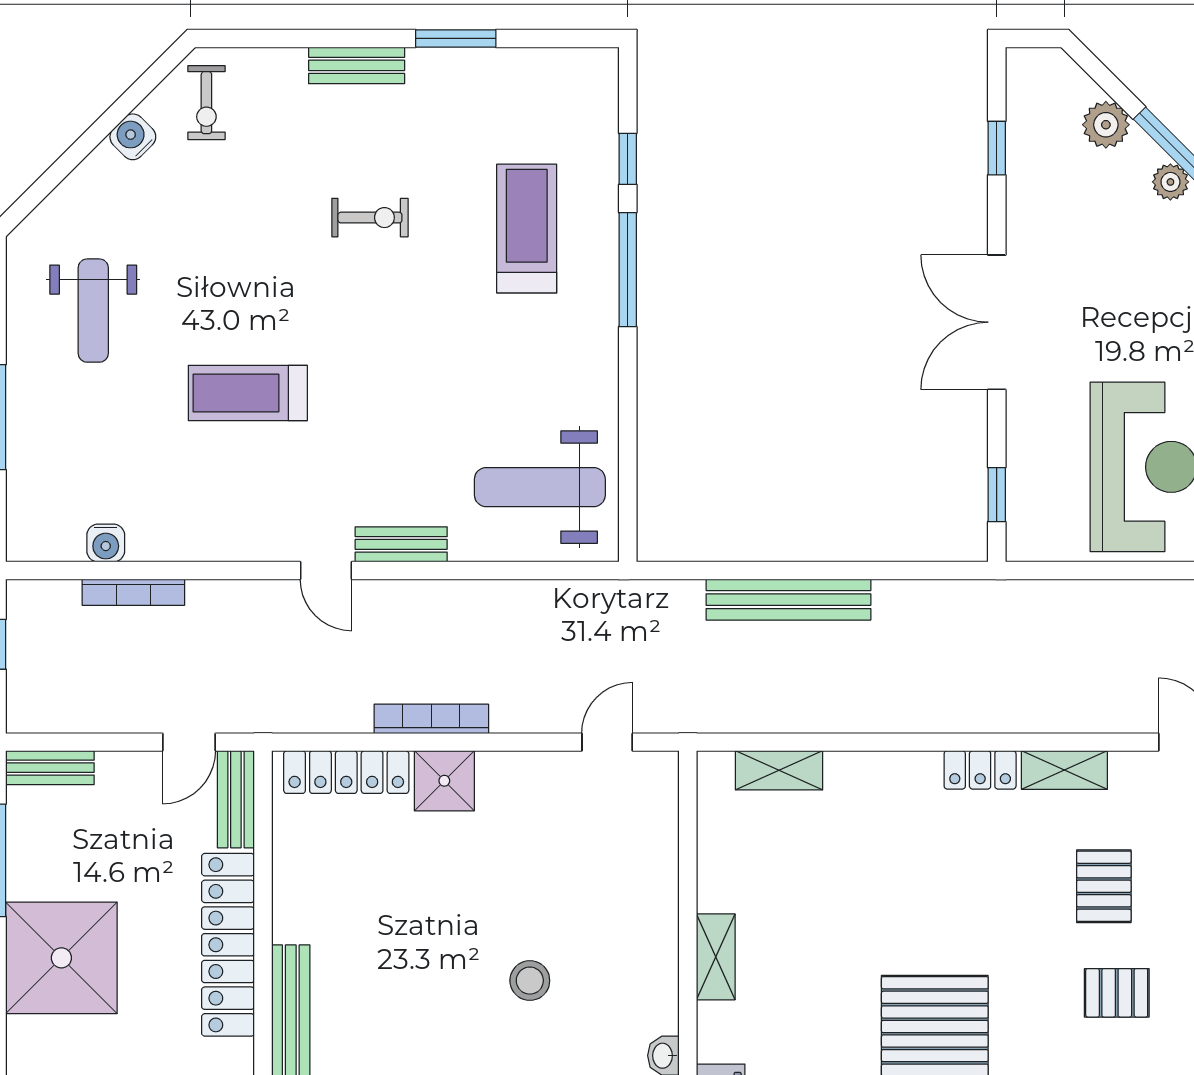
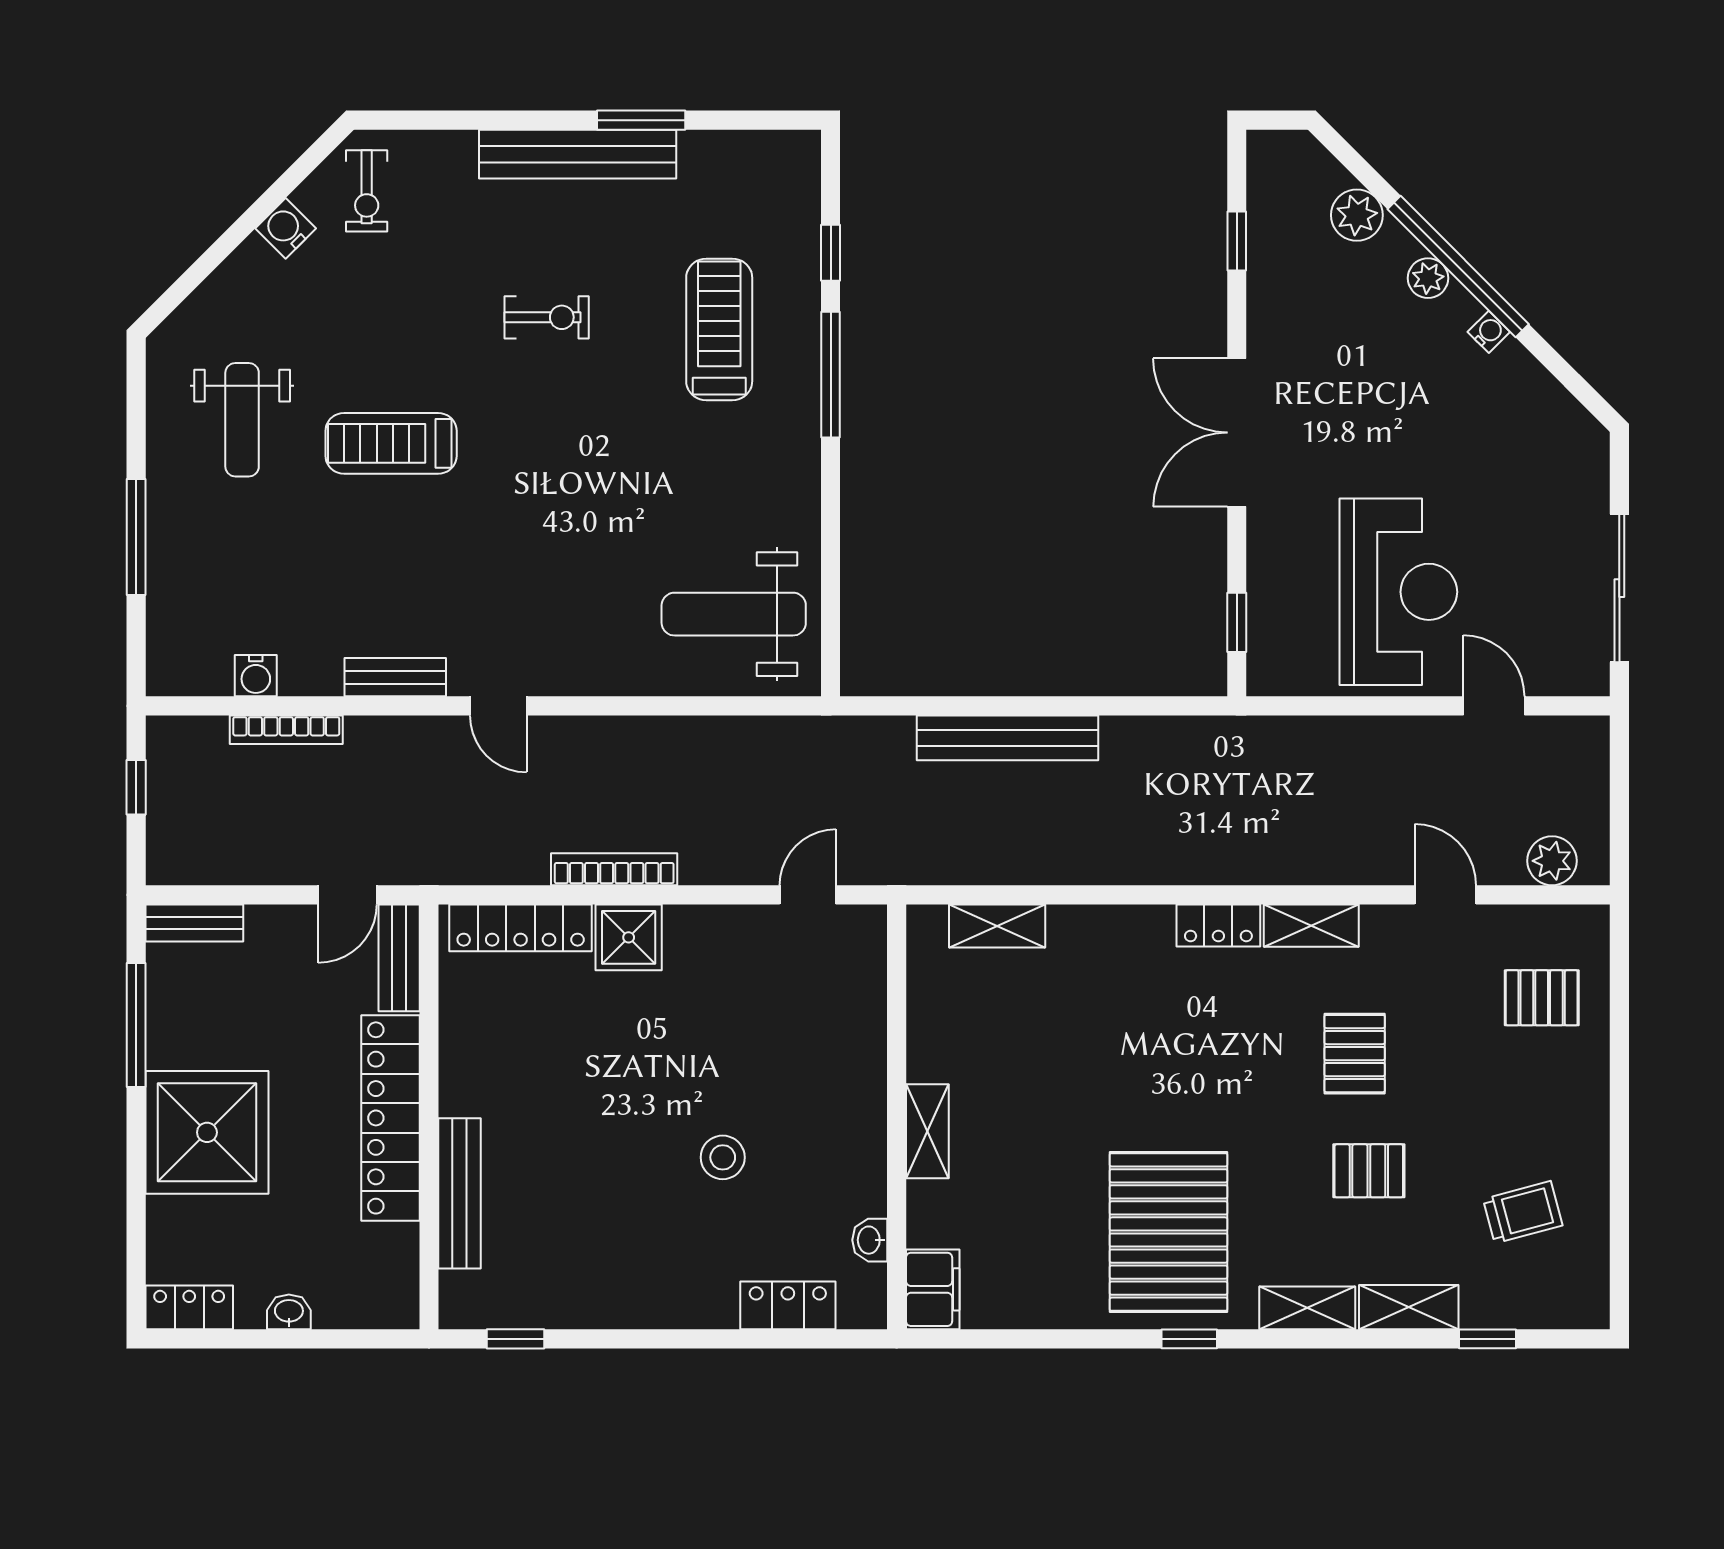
bench: (357, 65) -> (578, 154), width x1.86, depth x1.21
treadmill: (248, 393) -> (391, 443), moved
bench: (401, 544) -> (395, 677), moved

